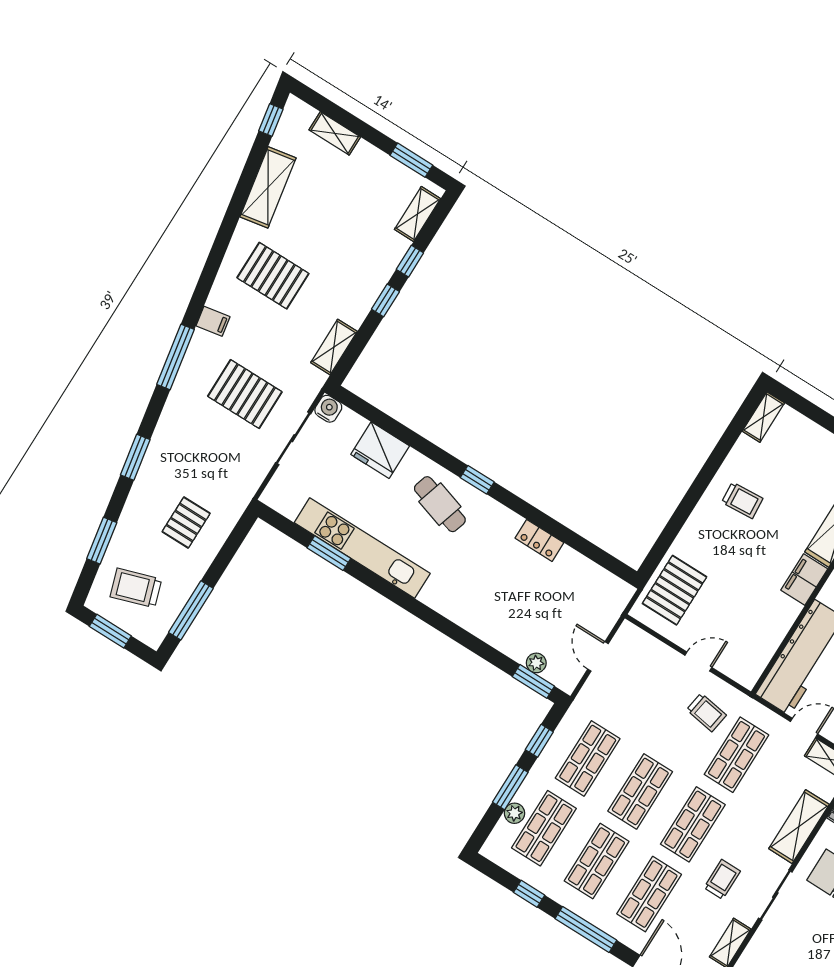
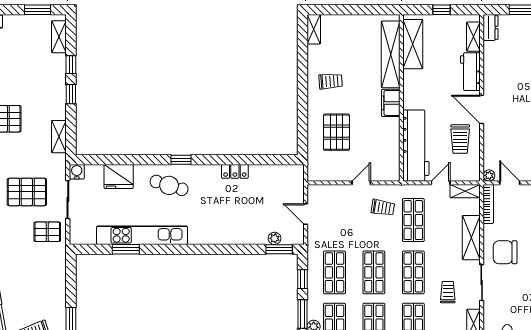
pallet: (186, 523) -> (47, 232), moved, turned 90
pallet: (675, 590) -> (337, 132), moved

